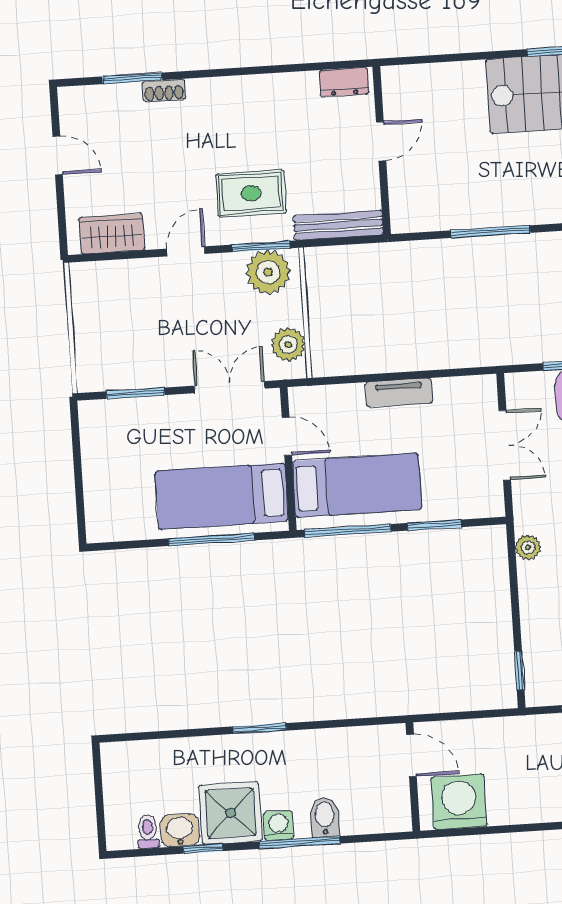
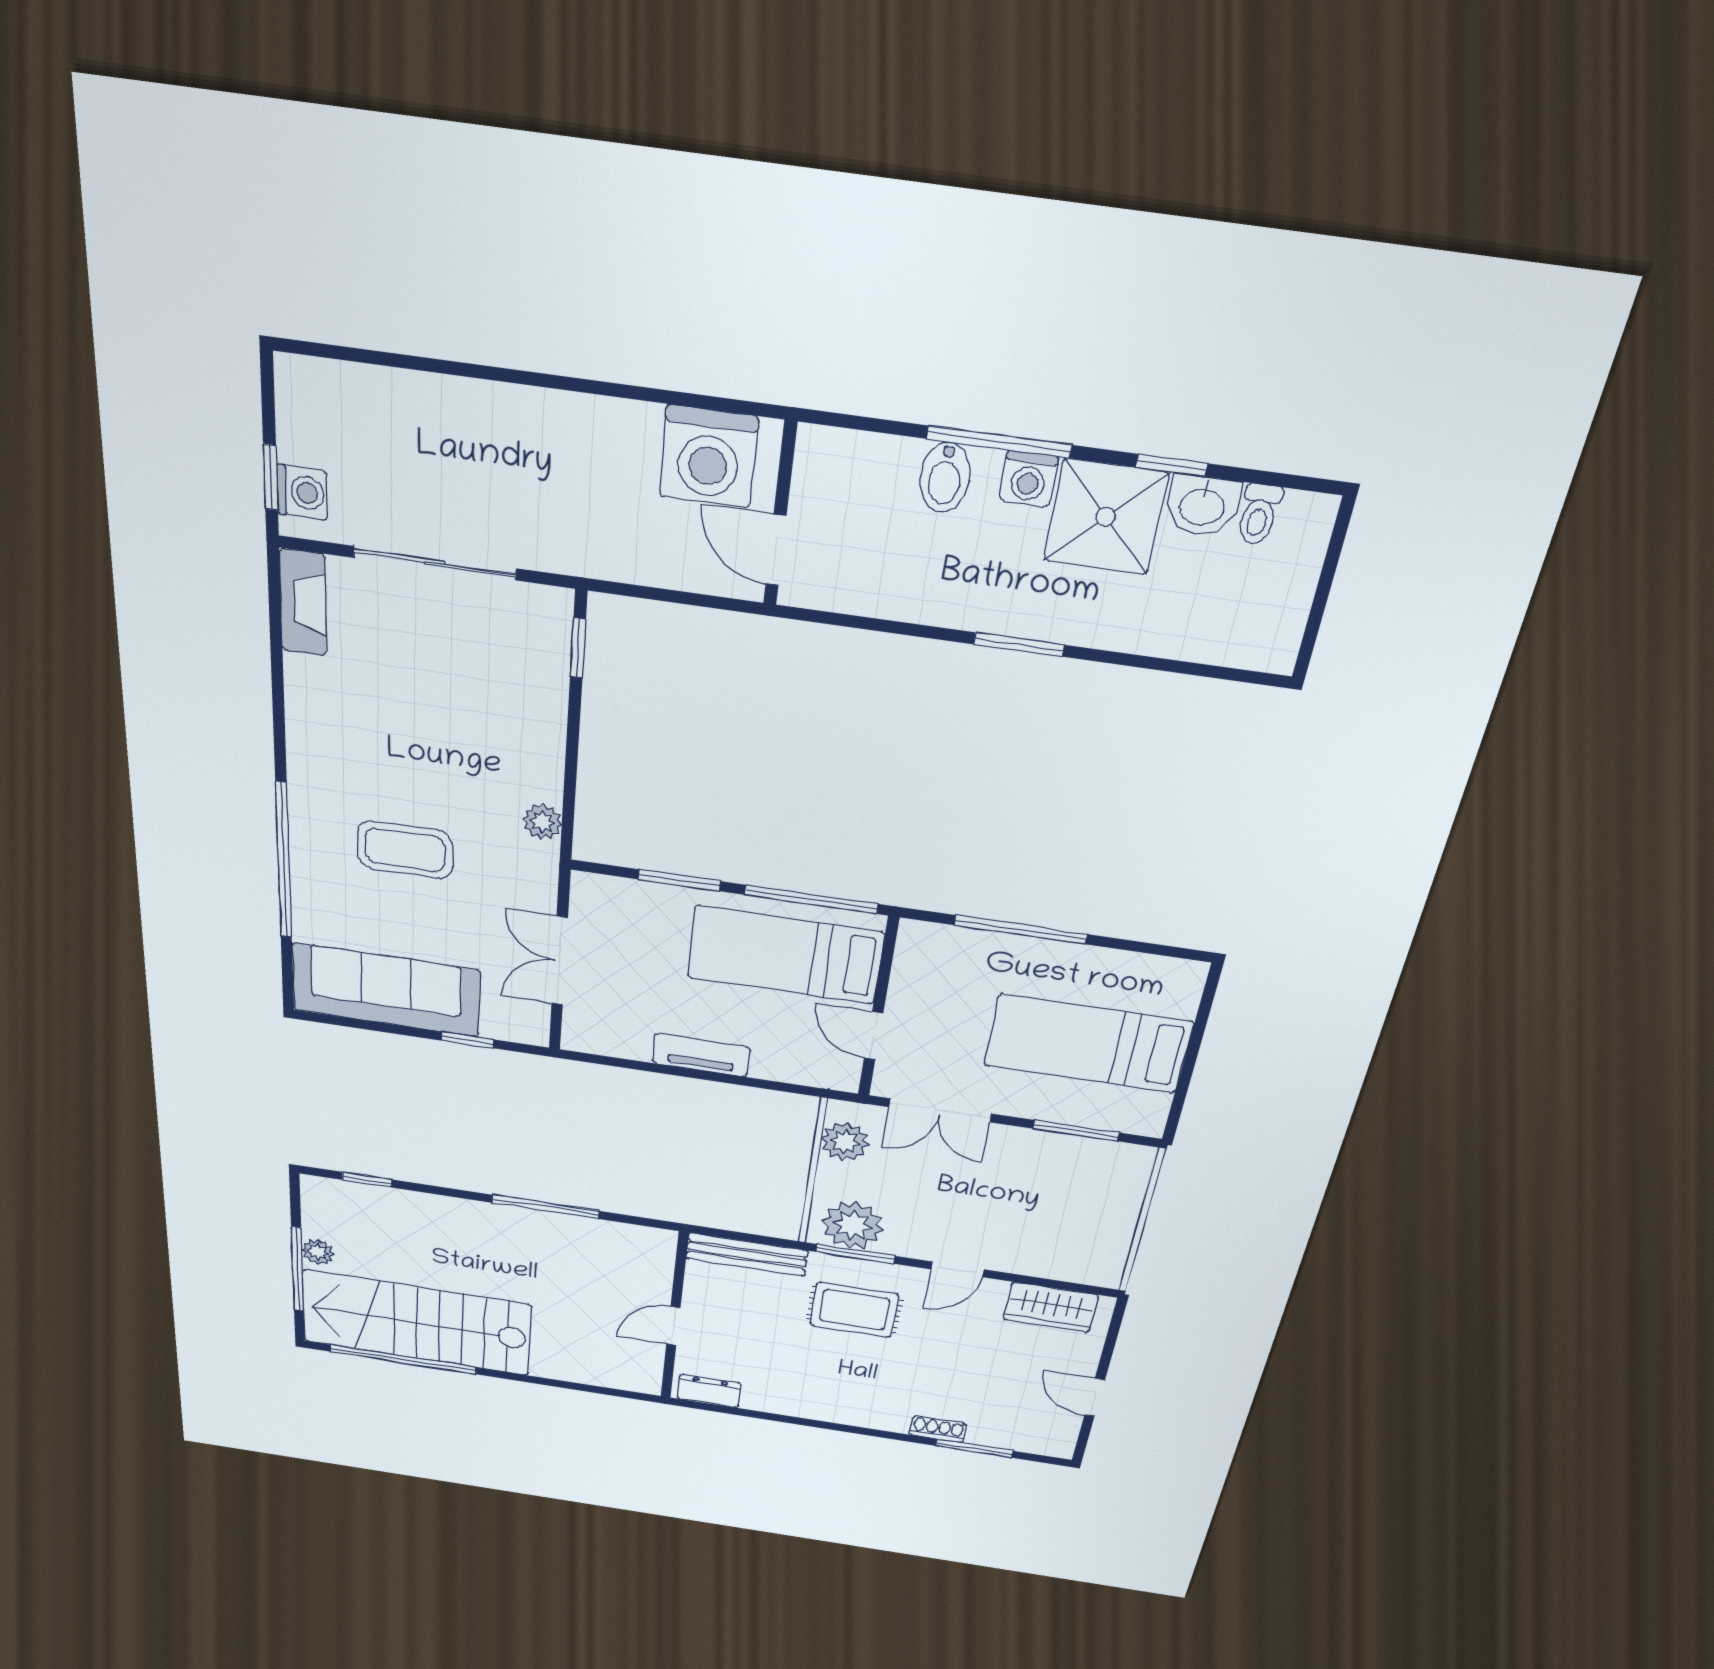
bed: (222, 496) -> (1088, 1044), moved, turned 180

